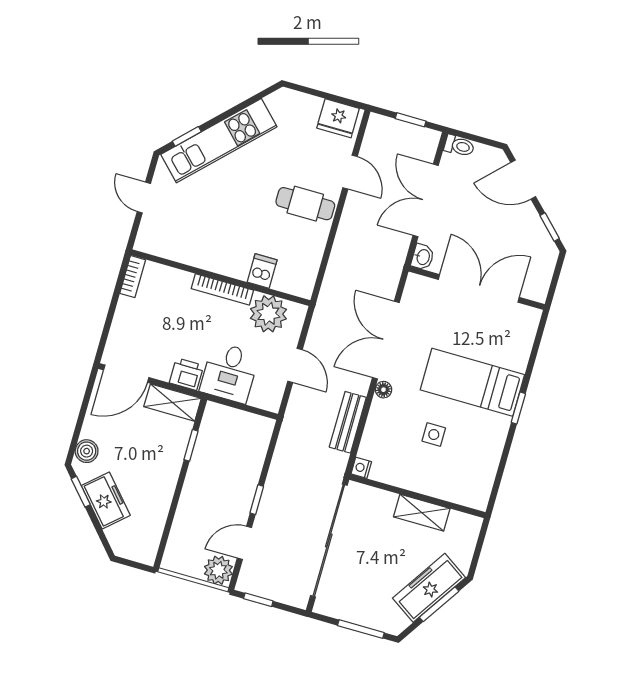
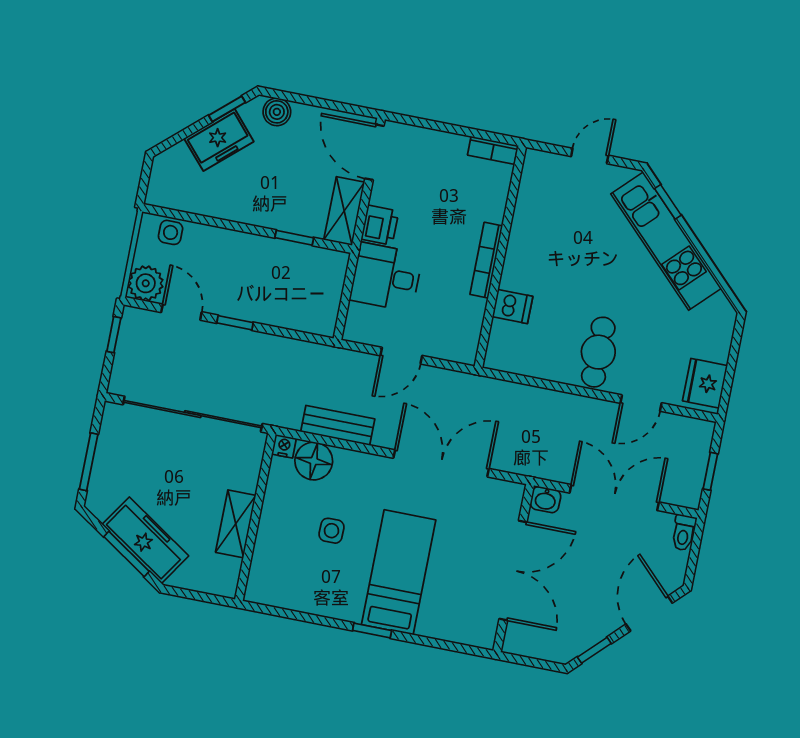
plant: (268, 314) -> (461, 318), removed
floor lamp: (383, 390) -> (314, 461), moved, width x1.89, depth x1.89
side table: (178, 546) -> (171, 232), added

